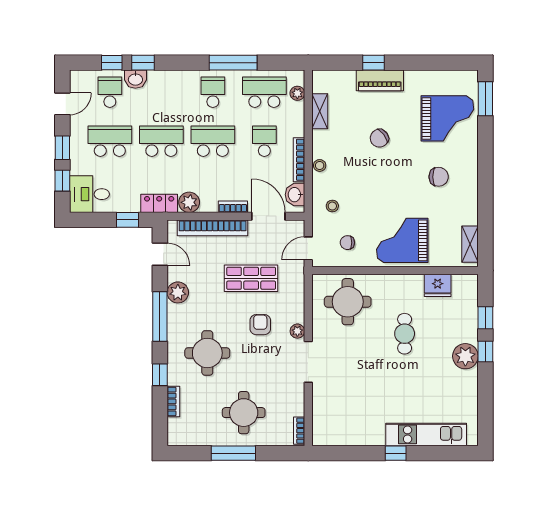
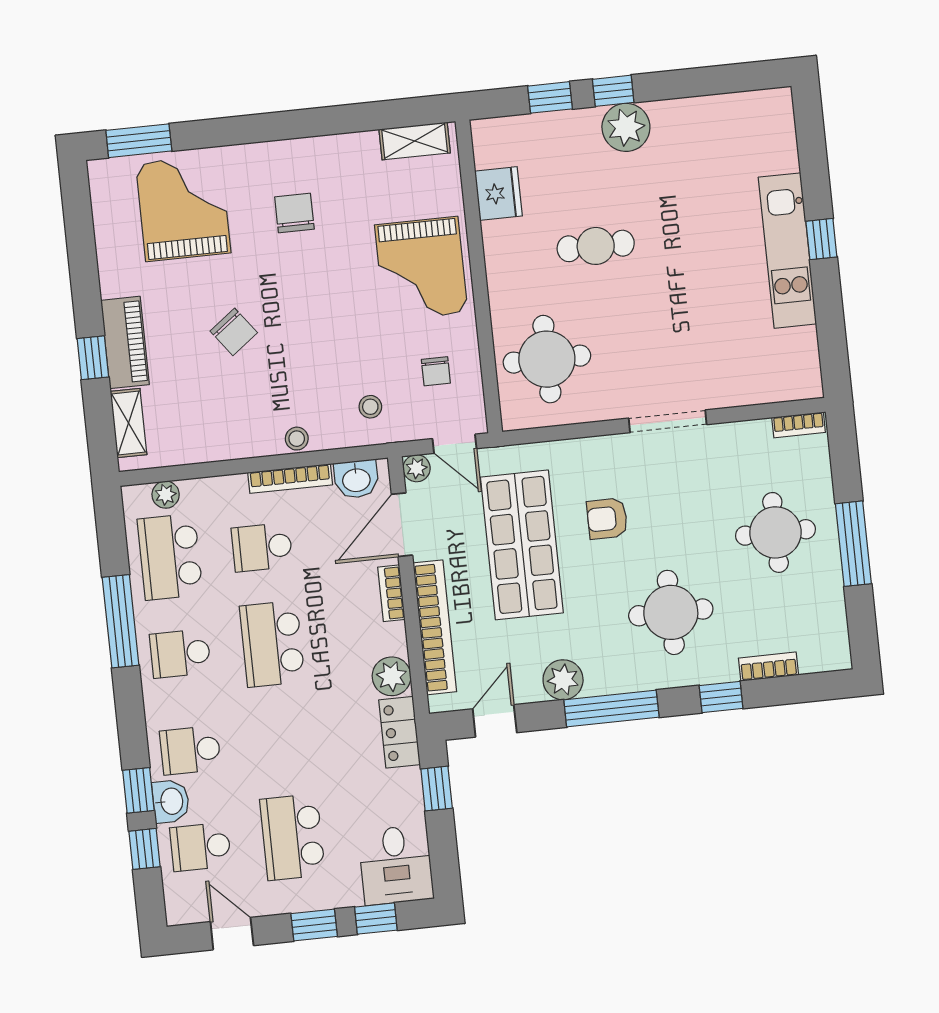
shelving: (320, 111) -> (129, 423), moved, turned 90
school desk: (161, 141) -> (190, 750), moved, width x0.54
shop shelf: (251, 278) -> (522, 545), width x1.43, depth x1.36
plant: (297, 331) -> (417, 468), moved
kitchen unit: (426, 434) -> (787, 251), moved

